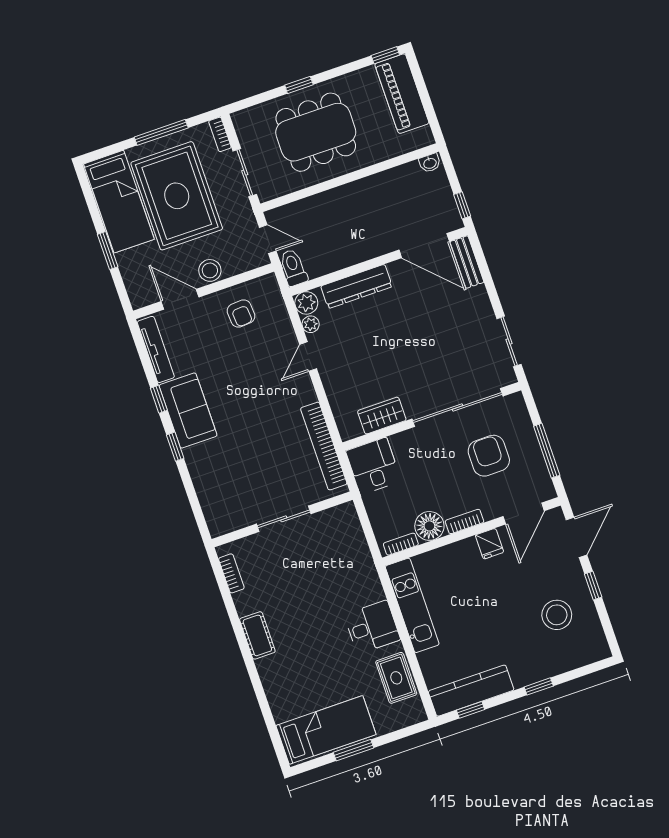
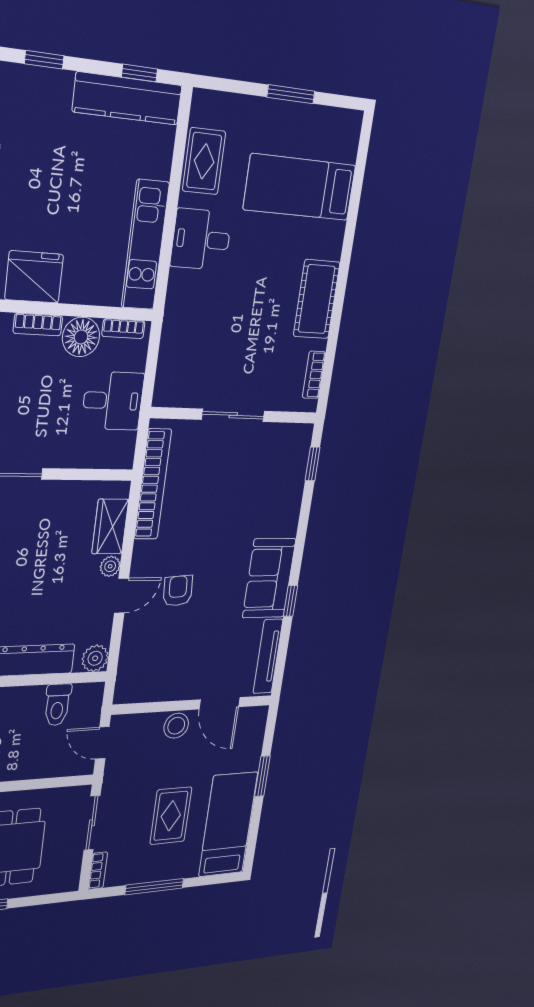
rug: (177, 196) -> (171, 816), width x0.54, depth x0.49
toilet: (293, 268) -> (57, 705), moved
armchair: (241, 313) -> (178, 591), moved
plant: (311, 324) -> (110, 566), moved
wardrobe: (382, 416) -> (110, 526), moved, turned 90
window: (175, 447) -> (313, 464), moved
desk: (373, 466) -> (113, 401), moved, turned -90
fridge: (490, 544) -> (34, 277), width x1.88, depth x1.34
cot: (257, 635) -> (317, 299), width x1.37, depth x1.34
bed: (326, 730) -> (300, 187), moved

